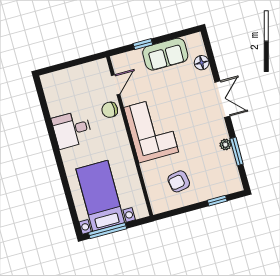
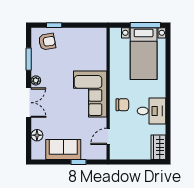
wardrobe: (52, 88) -> (158, 147), added
double door: (222, 99) -> (29, 103), swing flipped
chair: (110, 110) -> (122, 105), moved
plant: (225, 145) -> (36, 80), moved
armchair: (179, 181) -> (47, 42), moved

